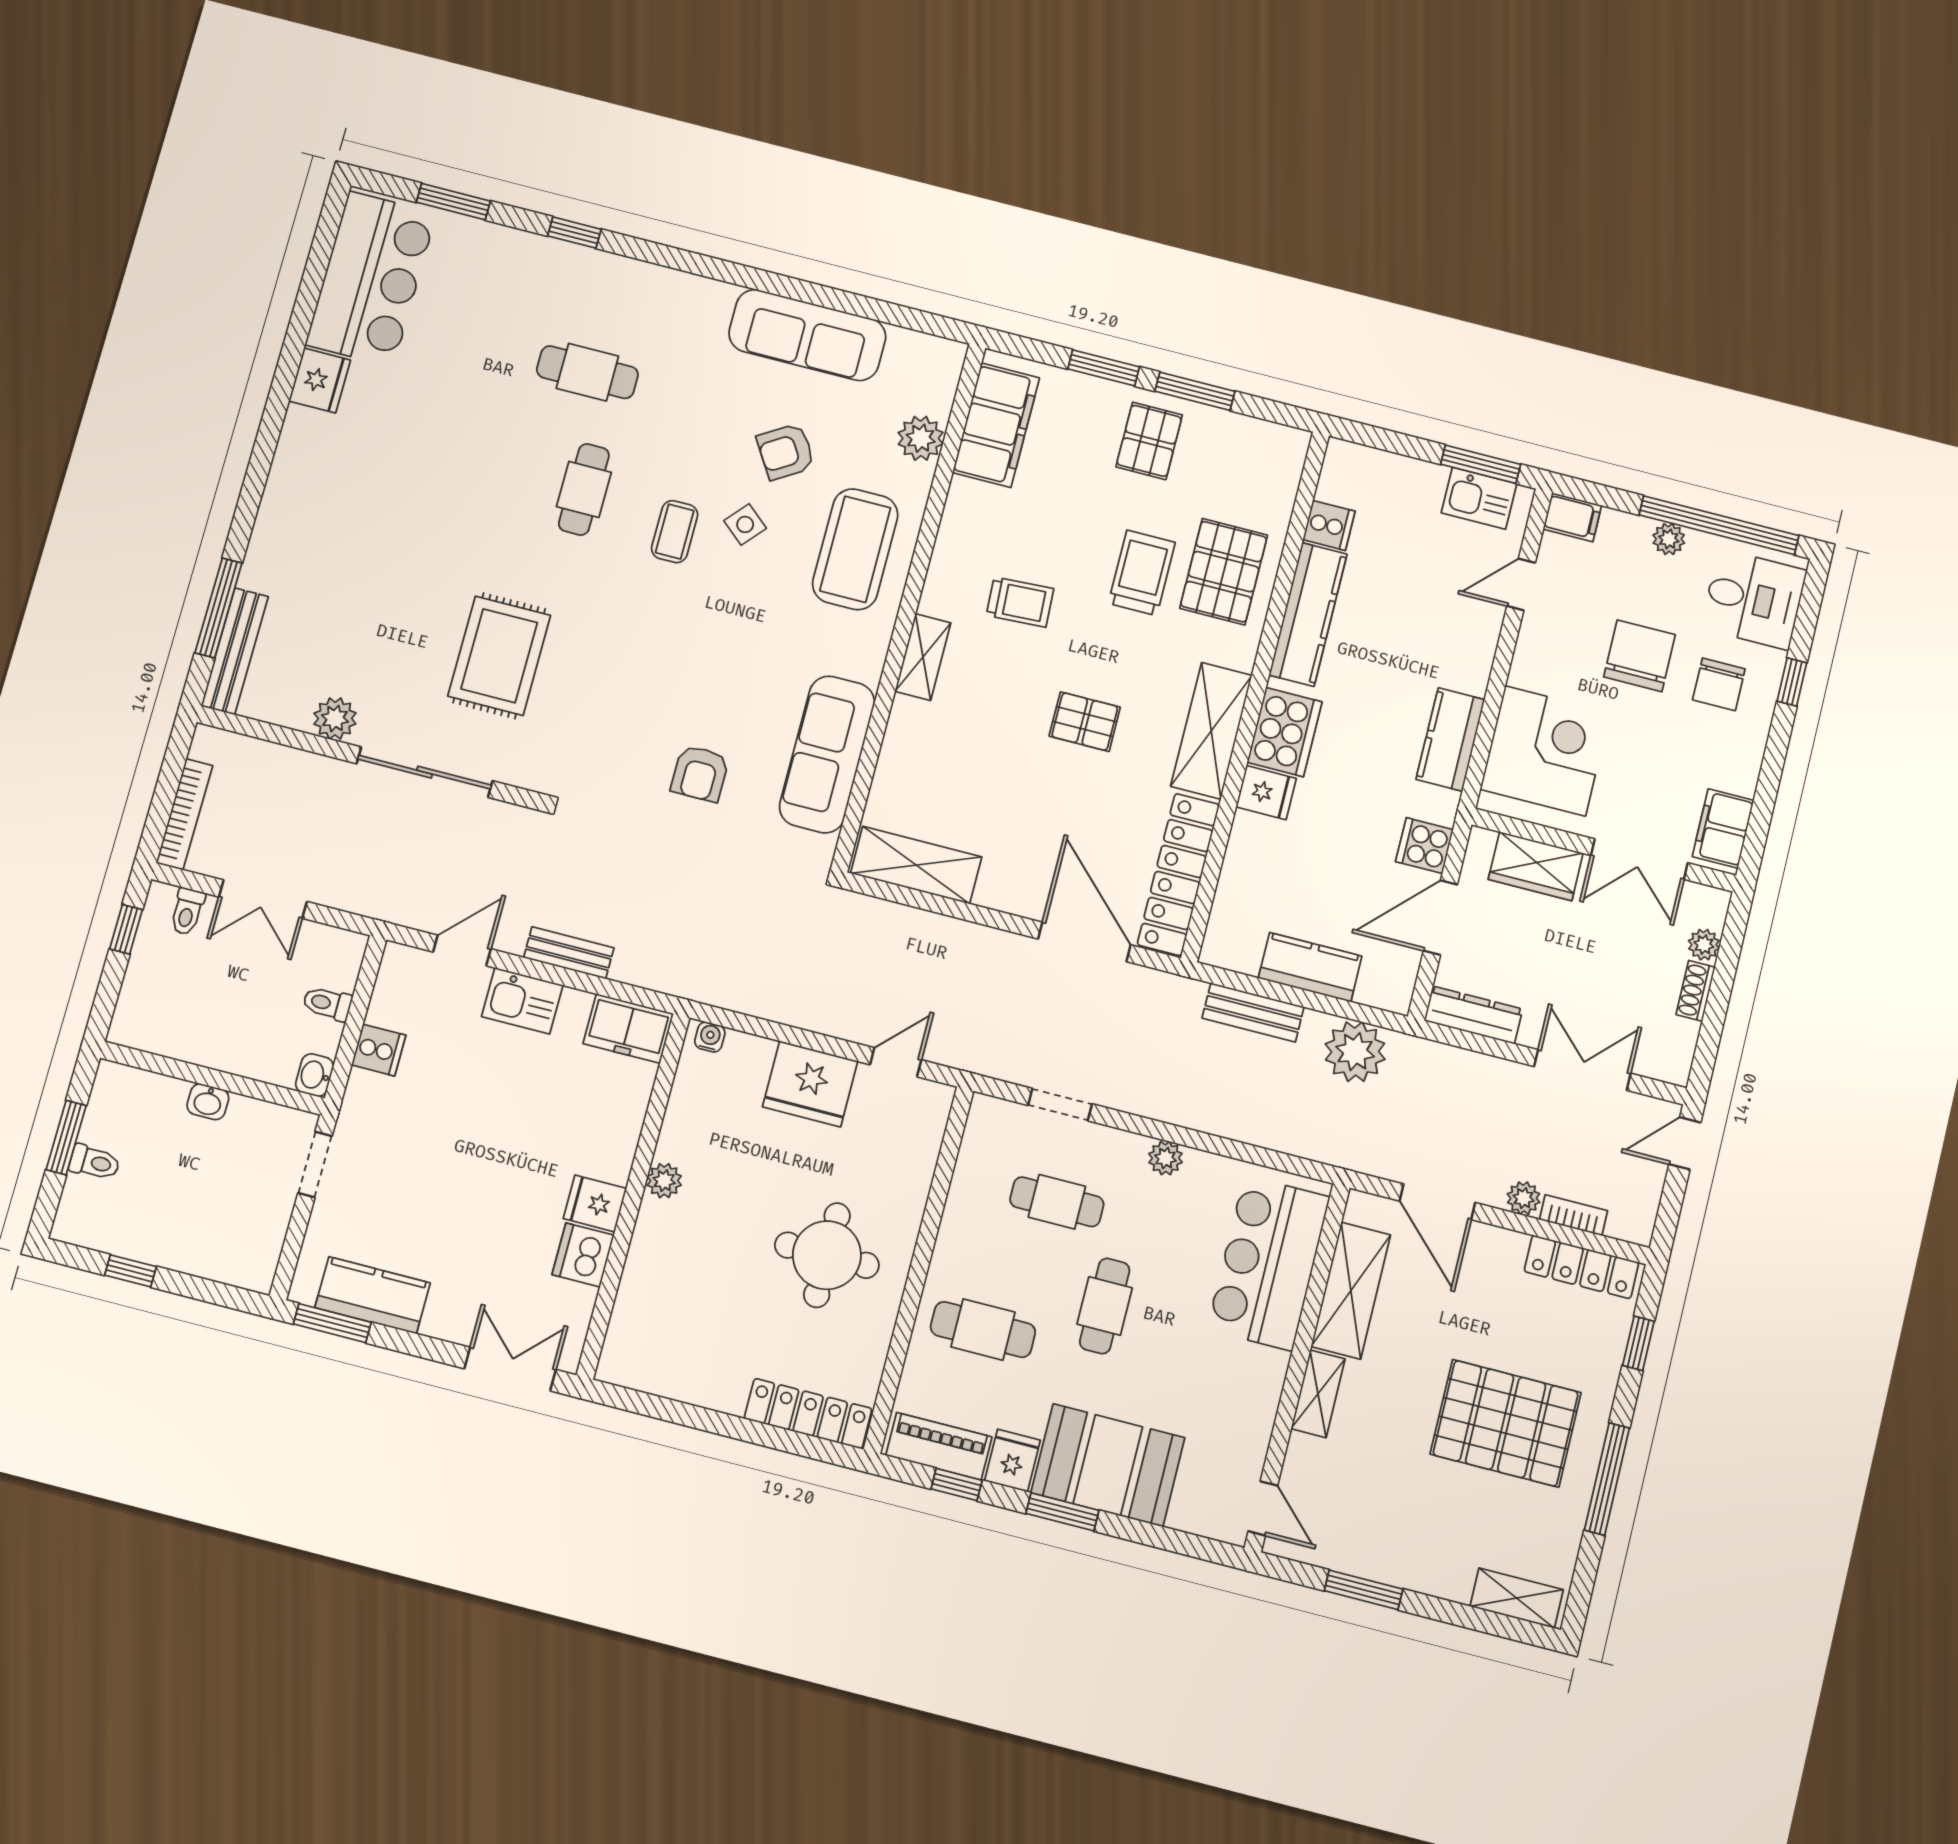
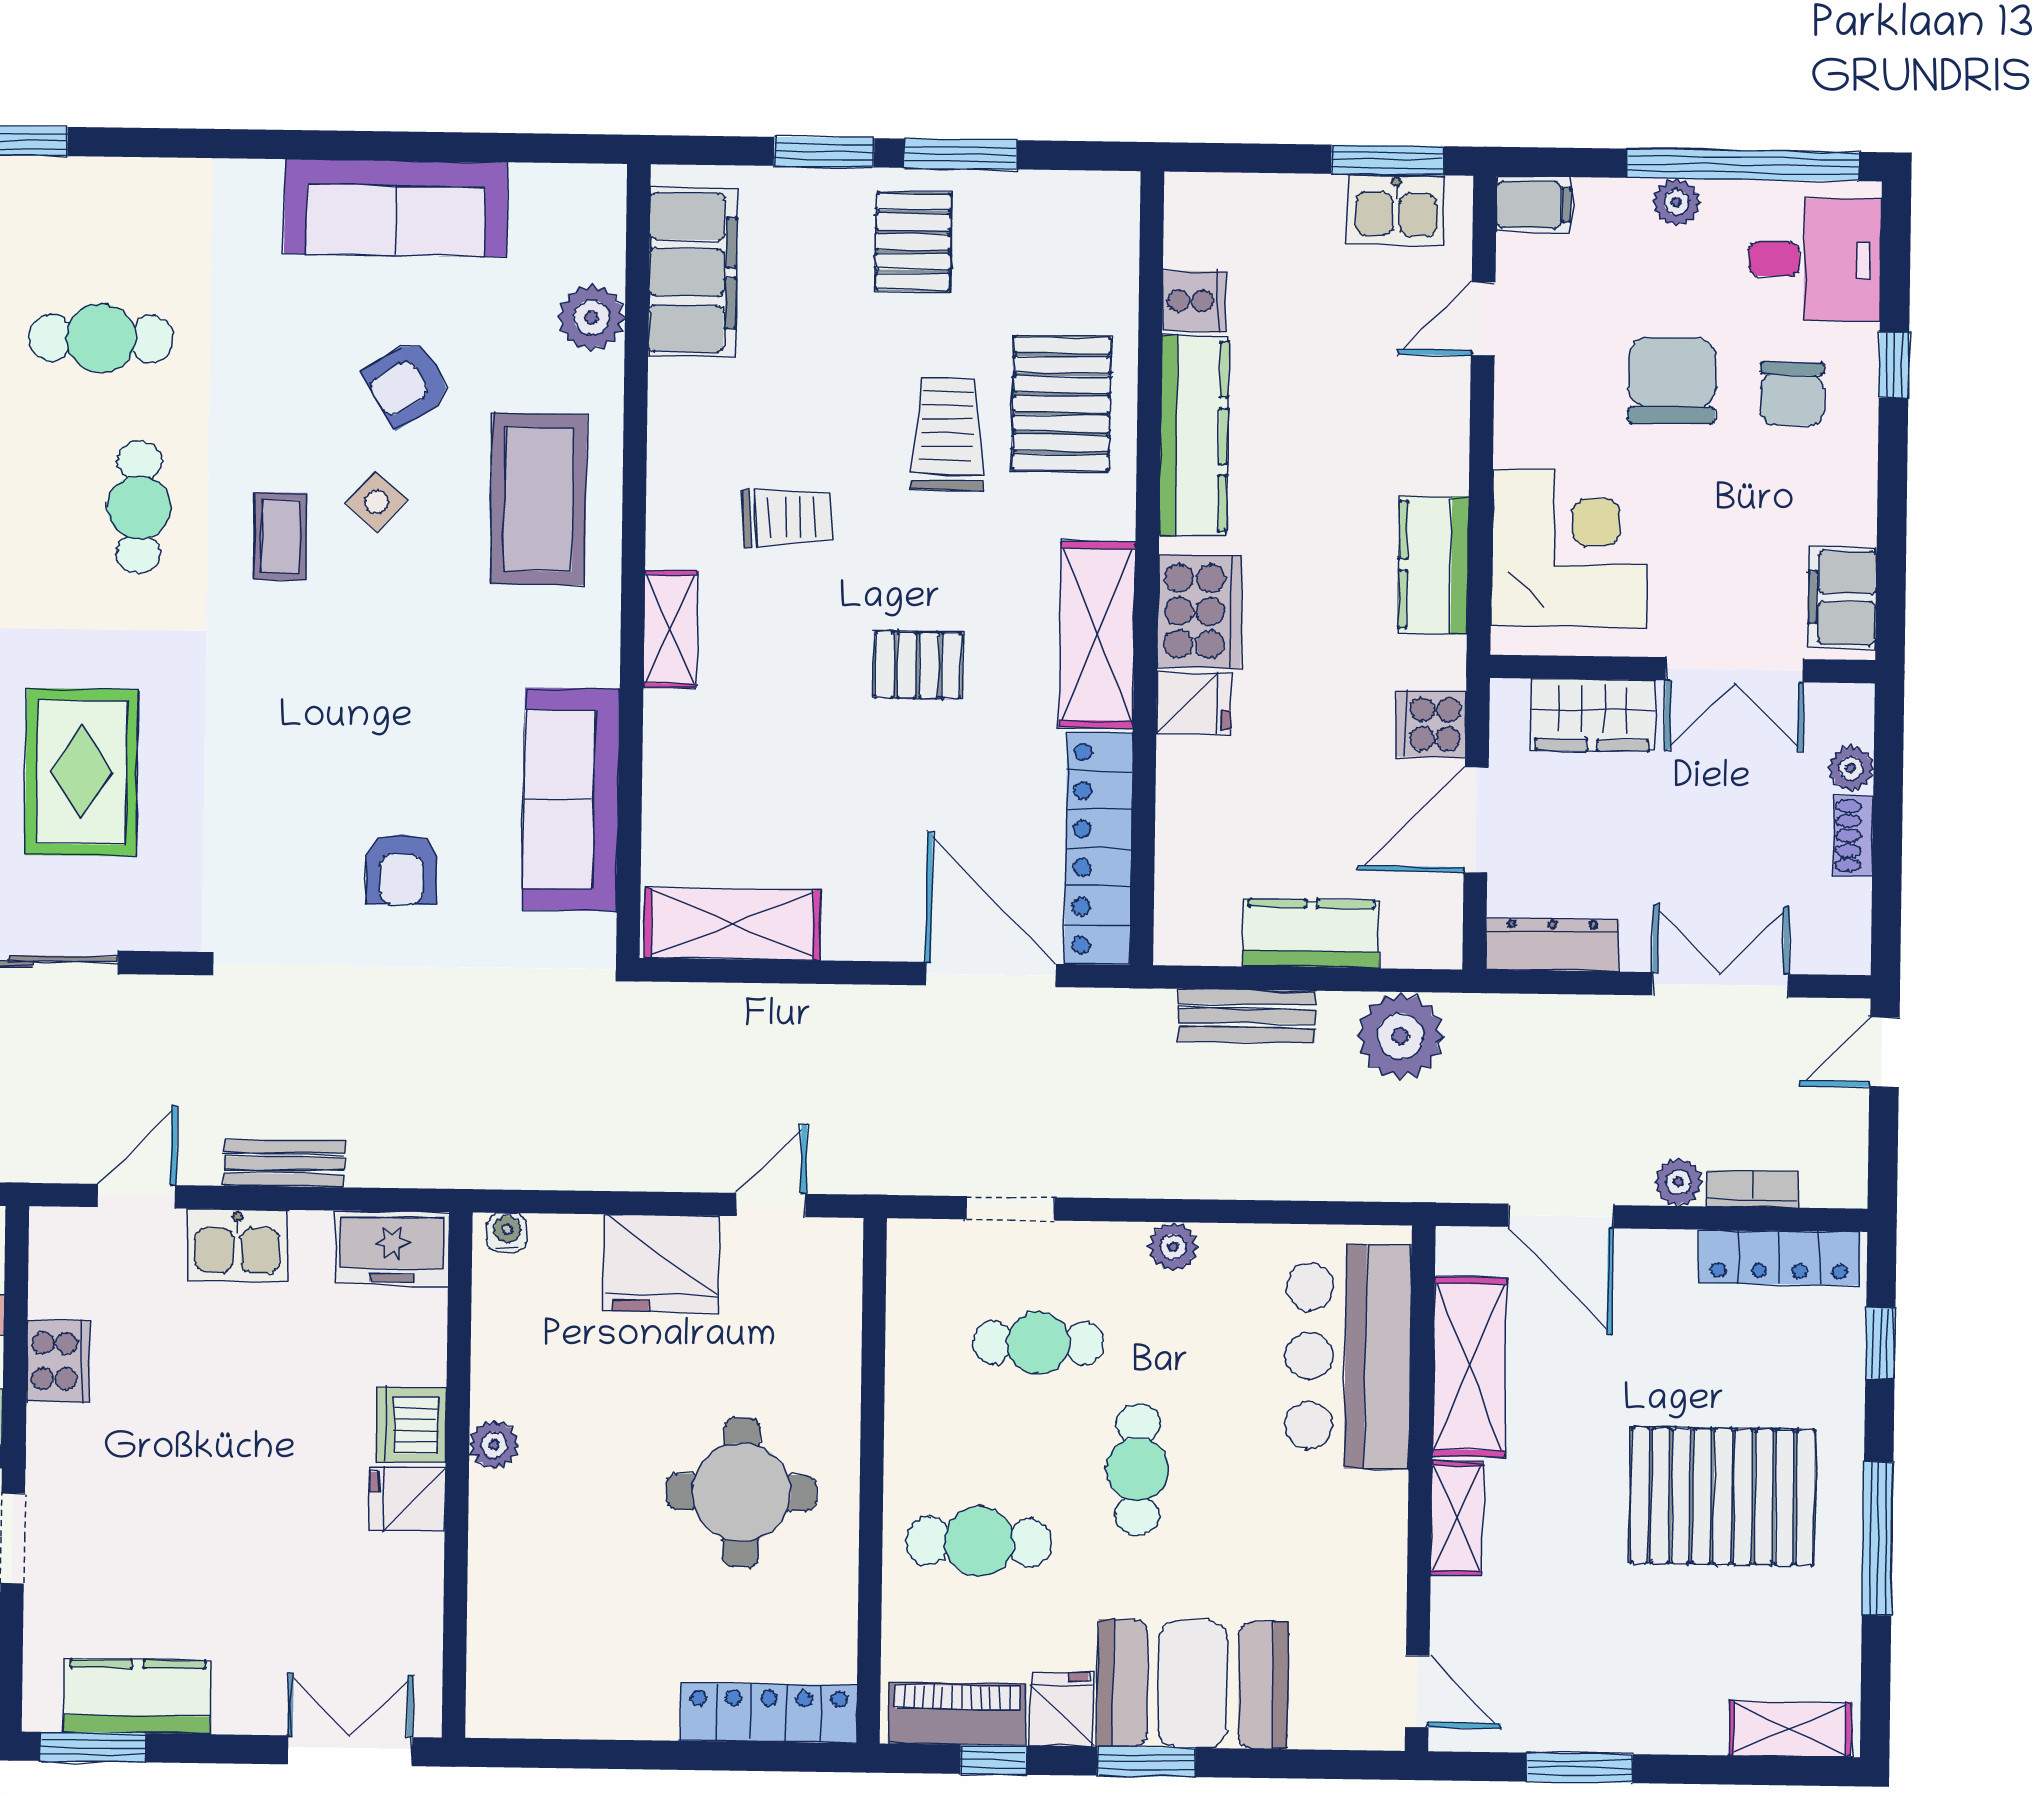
cooker: (379, 1050) -> (58, 1361), width x1.36
dishwasher: (583, 1255) -> (411, 1425), moved

